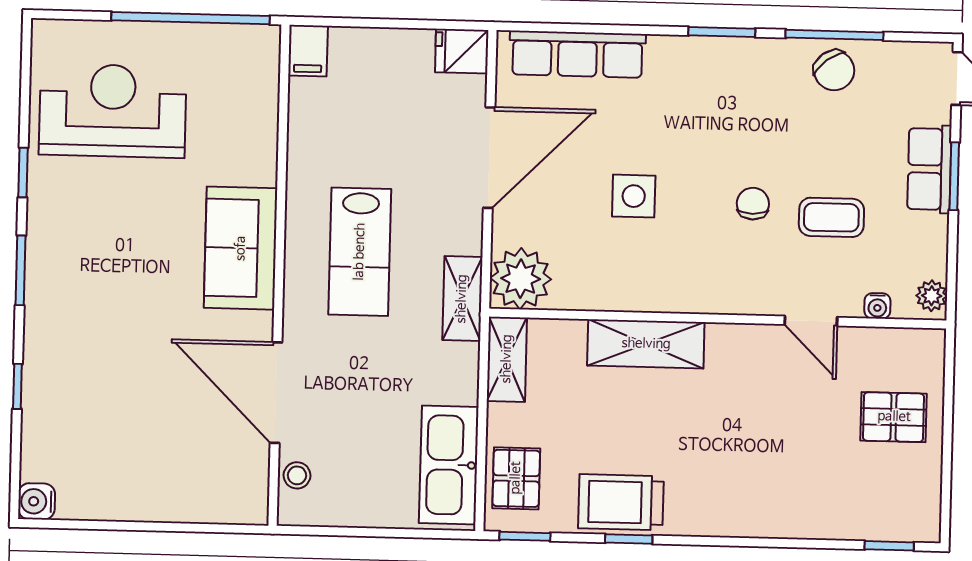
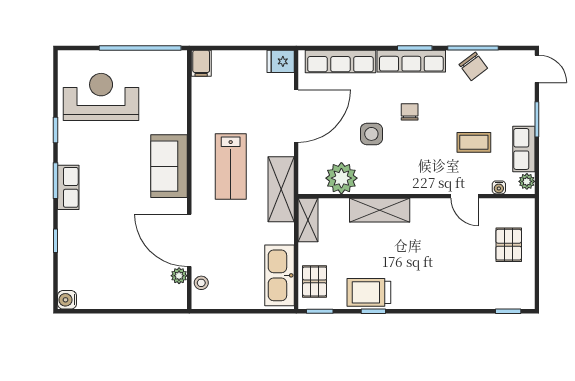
row of seats: (715, 57) -> (411, 61), added
row of seats: (929, 169) -> (524, 149), moved
chair: (753, 204) -> (410, 112), moved
plant: (521, 279) -> (341, 178), moved
row of seats: (45, 284) -> (68, 187), added
shelving: (462, 299) -> (281, 189), width x1.50, depth x1.33
pallet: (894, 417) -> (509, 245), turned 90
plant: (254, 460) -> (179, 276), added

